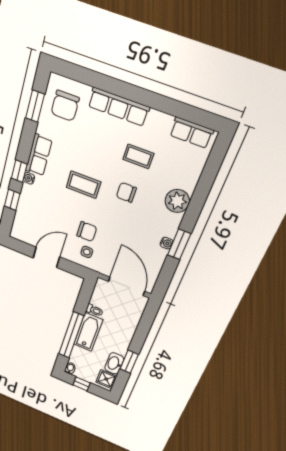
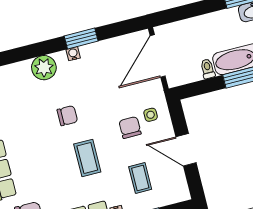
coffee table: (138, 156) -> (140, 178), moved
chair: (126, 192) -> (67, 116), turned -90
water cooler: (167, 243) -> (73, 54), moved

